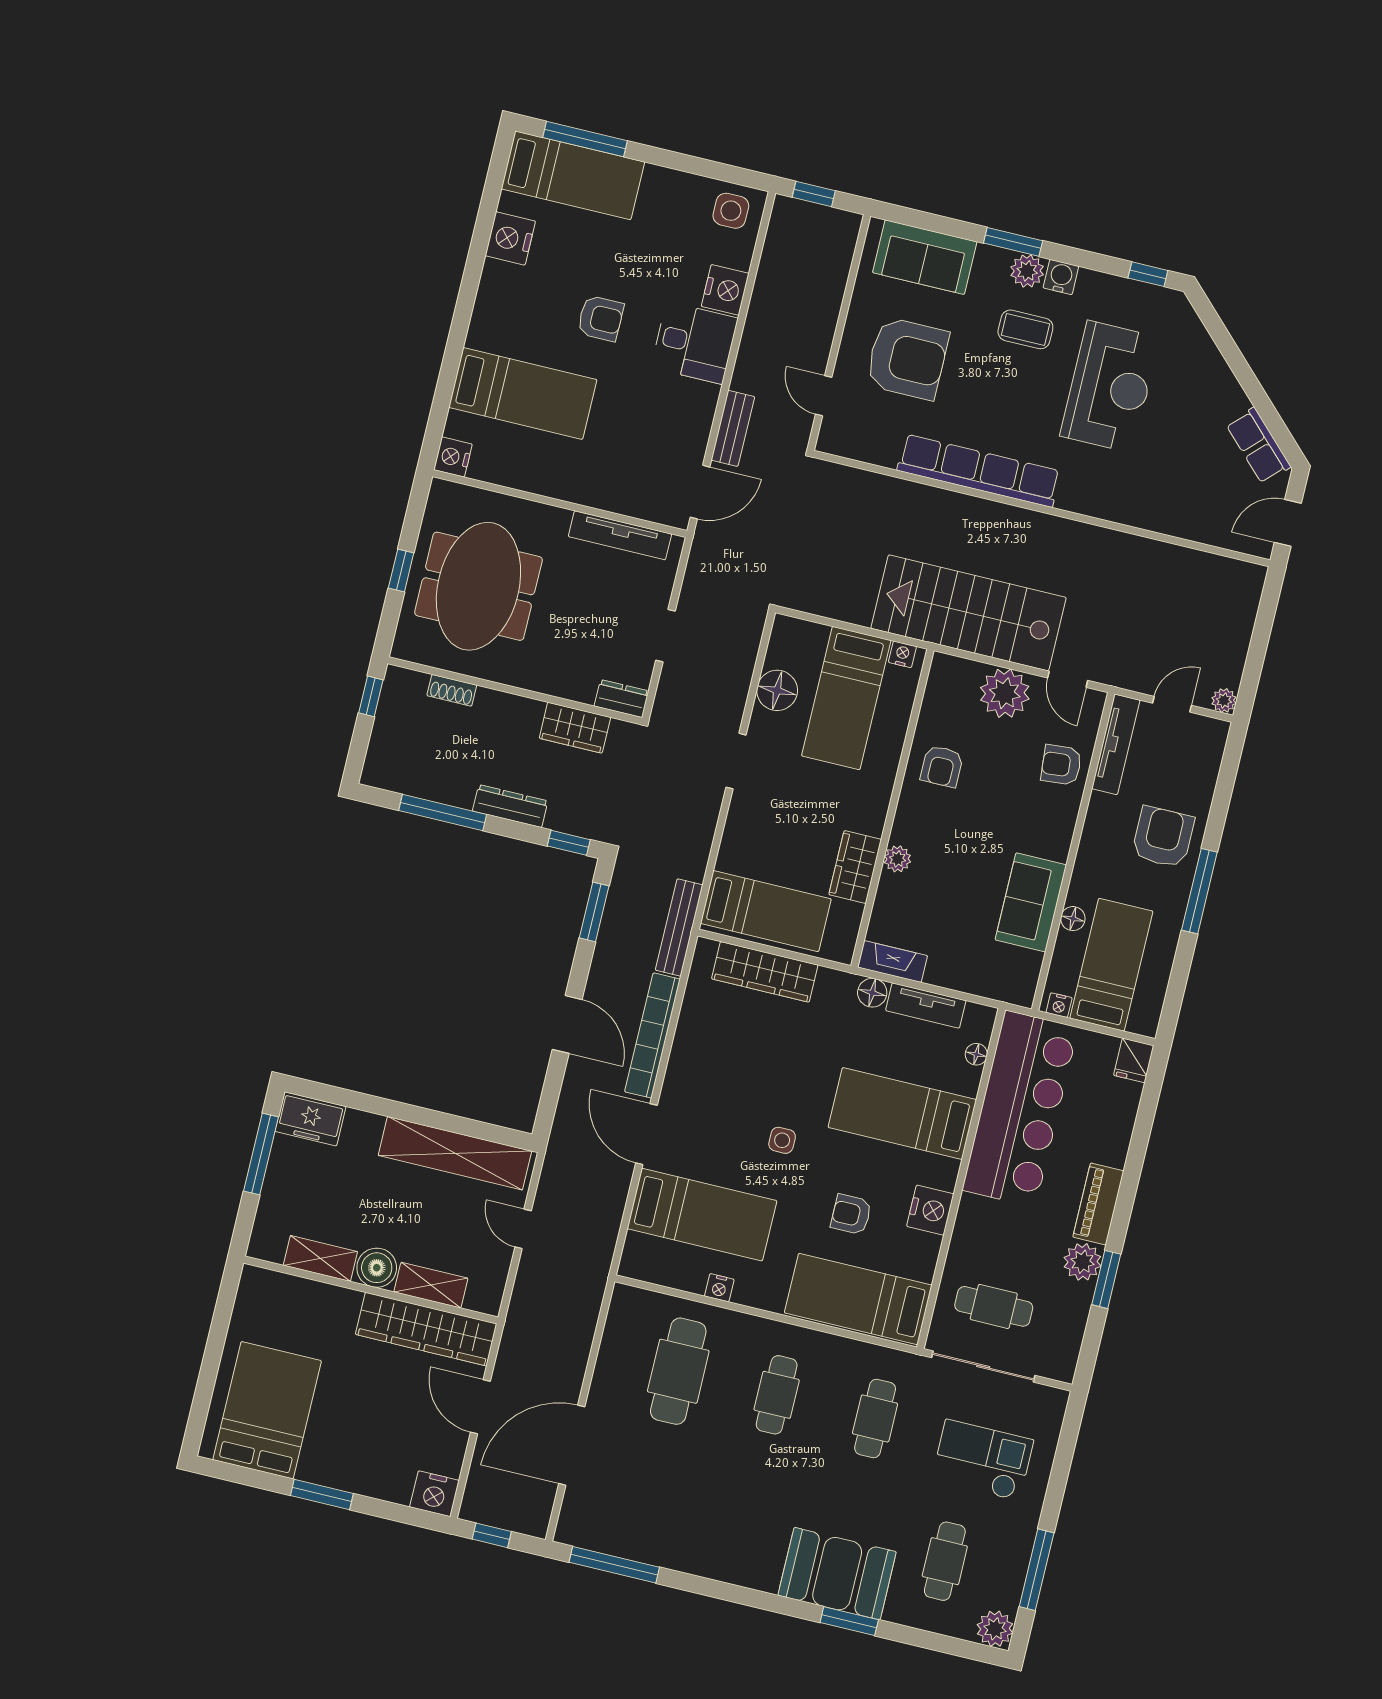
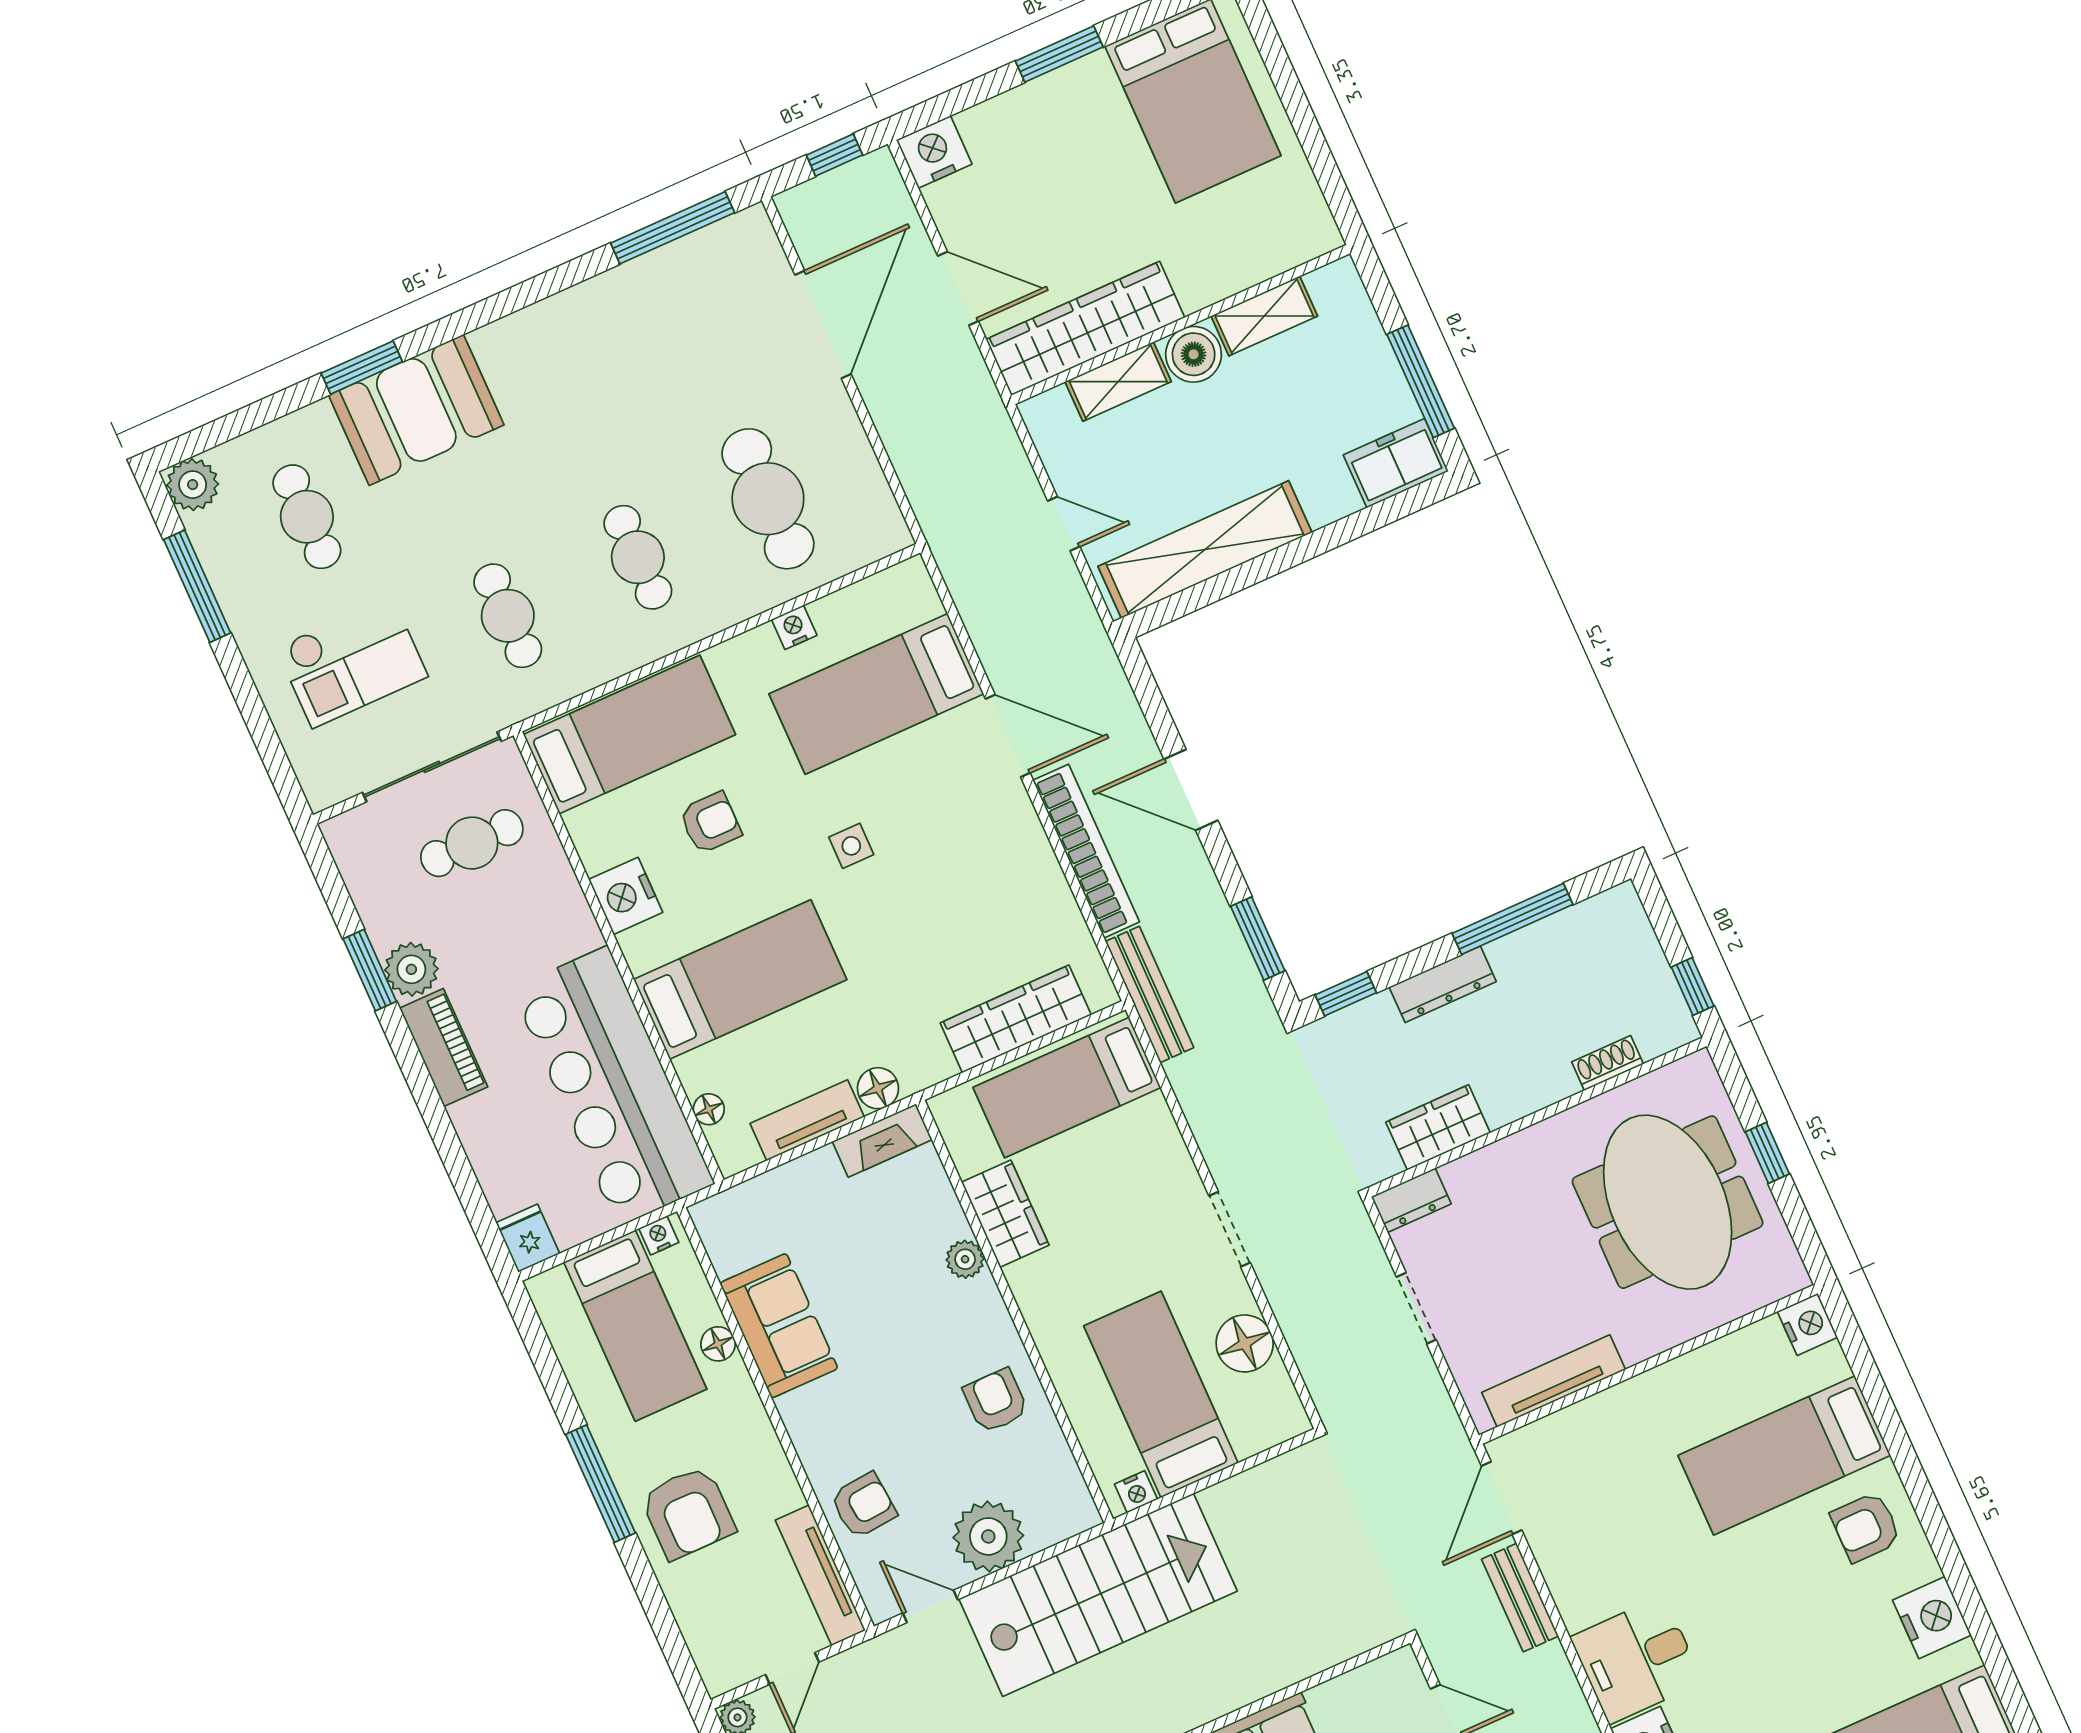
armchair: (600, 318) -> (1866, 1527), moved

